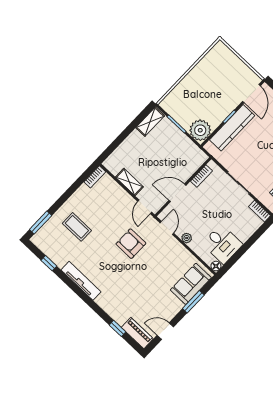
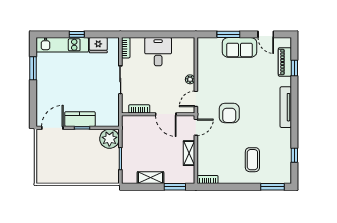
shelving: (150, 122) -> (150, 178), moved
kitchen counter: (232, 128) -> (80, 119), width x0.67
window: (114, 146) -> (175, 187), added
desk: (222, 244) -> (158, 52), moved
floor lamp: (216, 266) -> (190, 42), removed
tv unit: (81, 281) -> (286, 107), moved
sofa: (191, 284) -> (239, 47), moved
piano: (137, 333) -> (285, 62), moved

